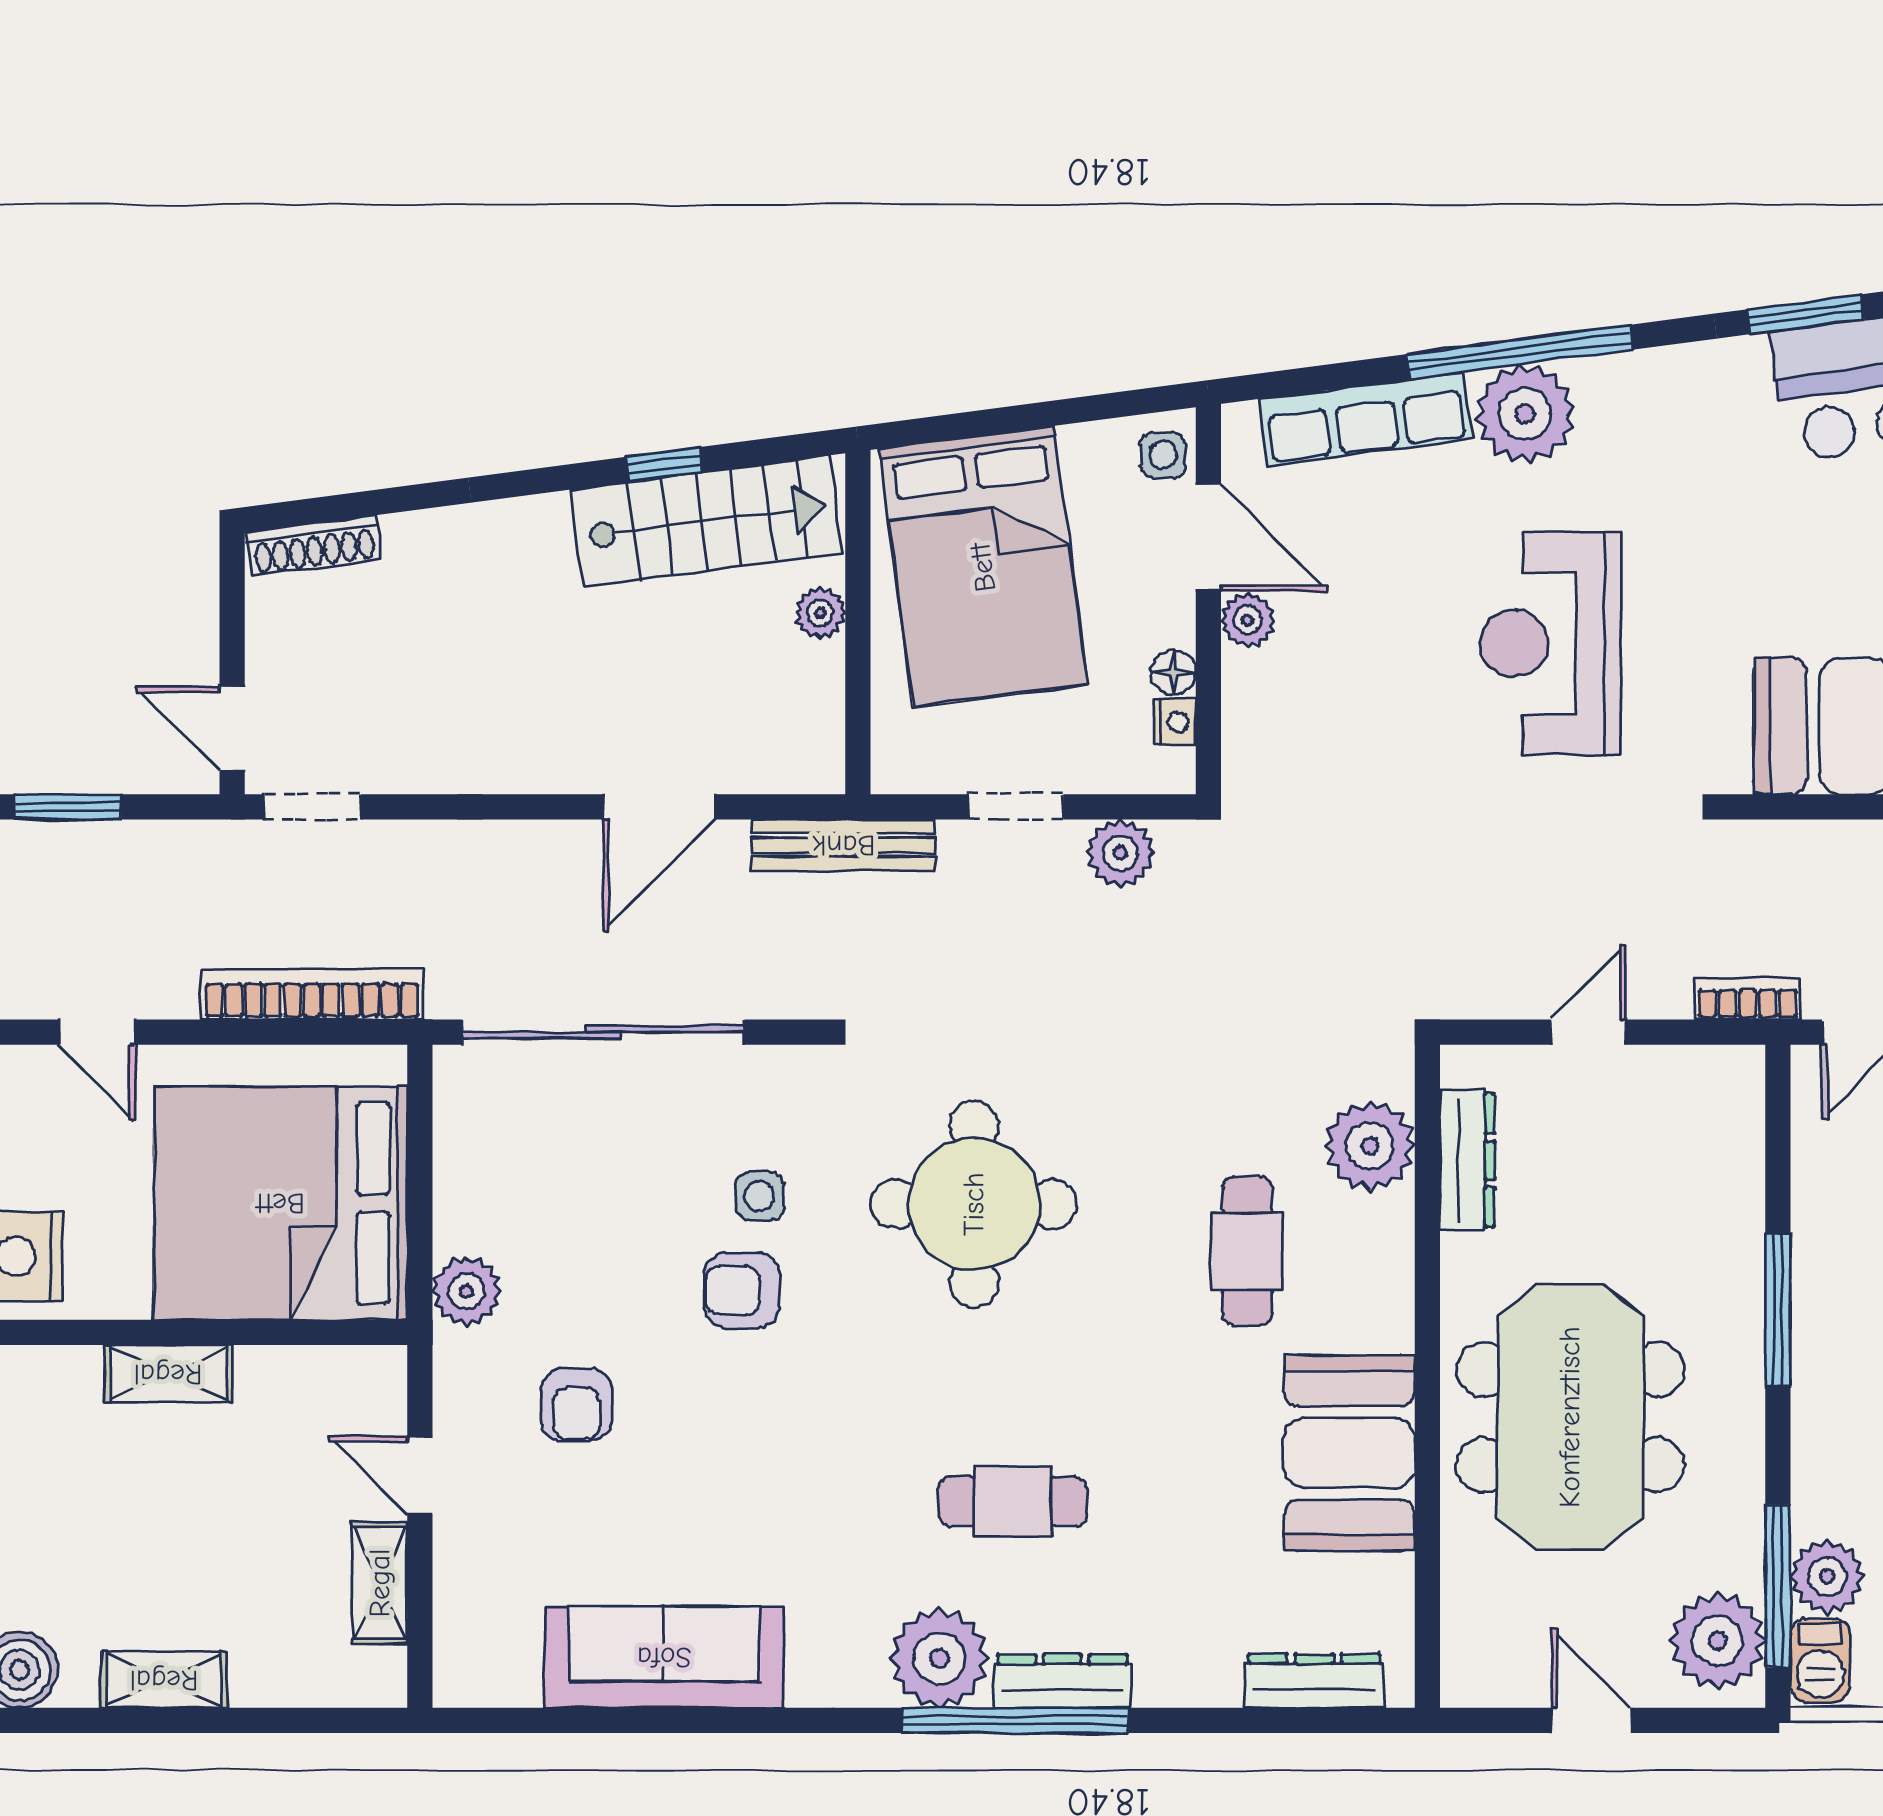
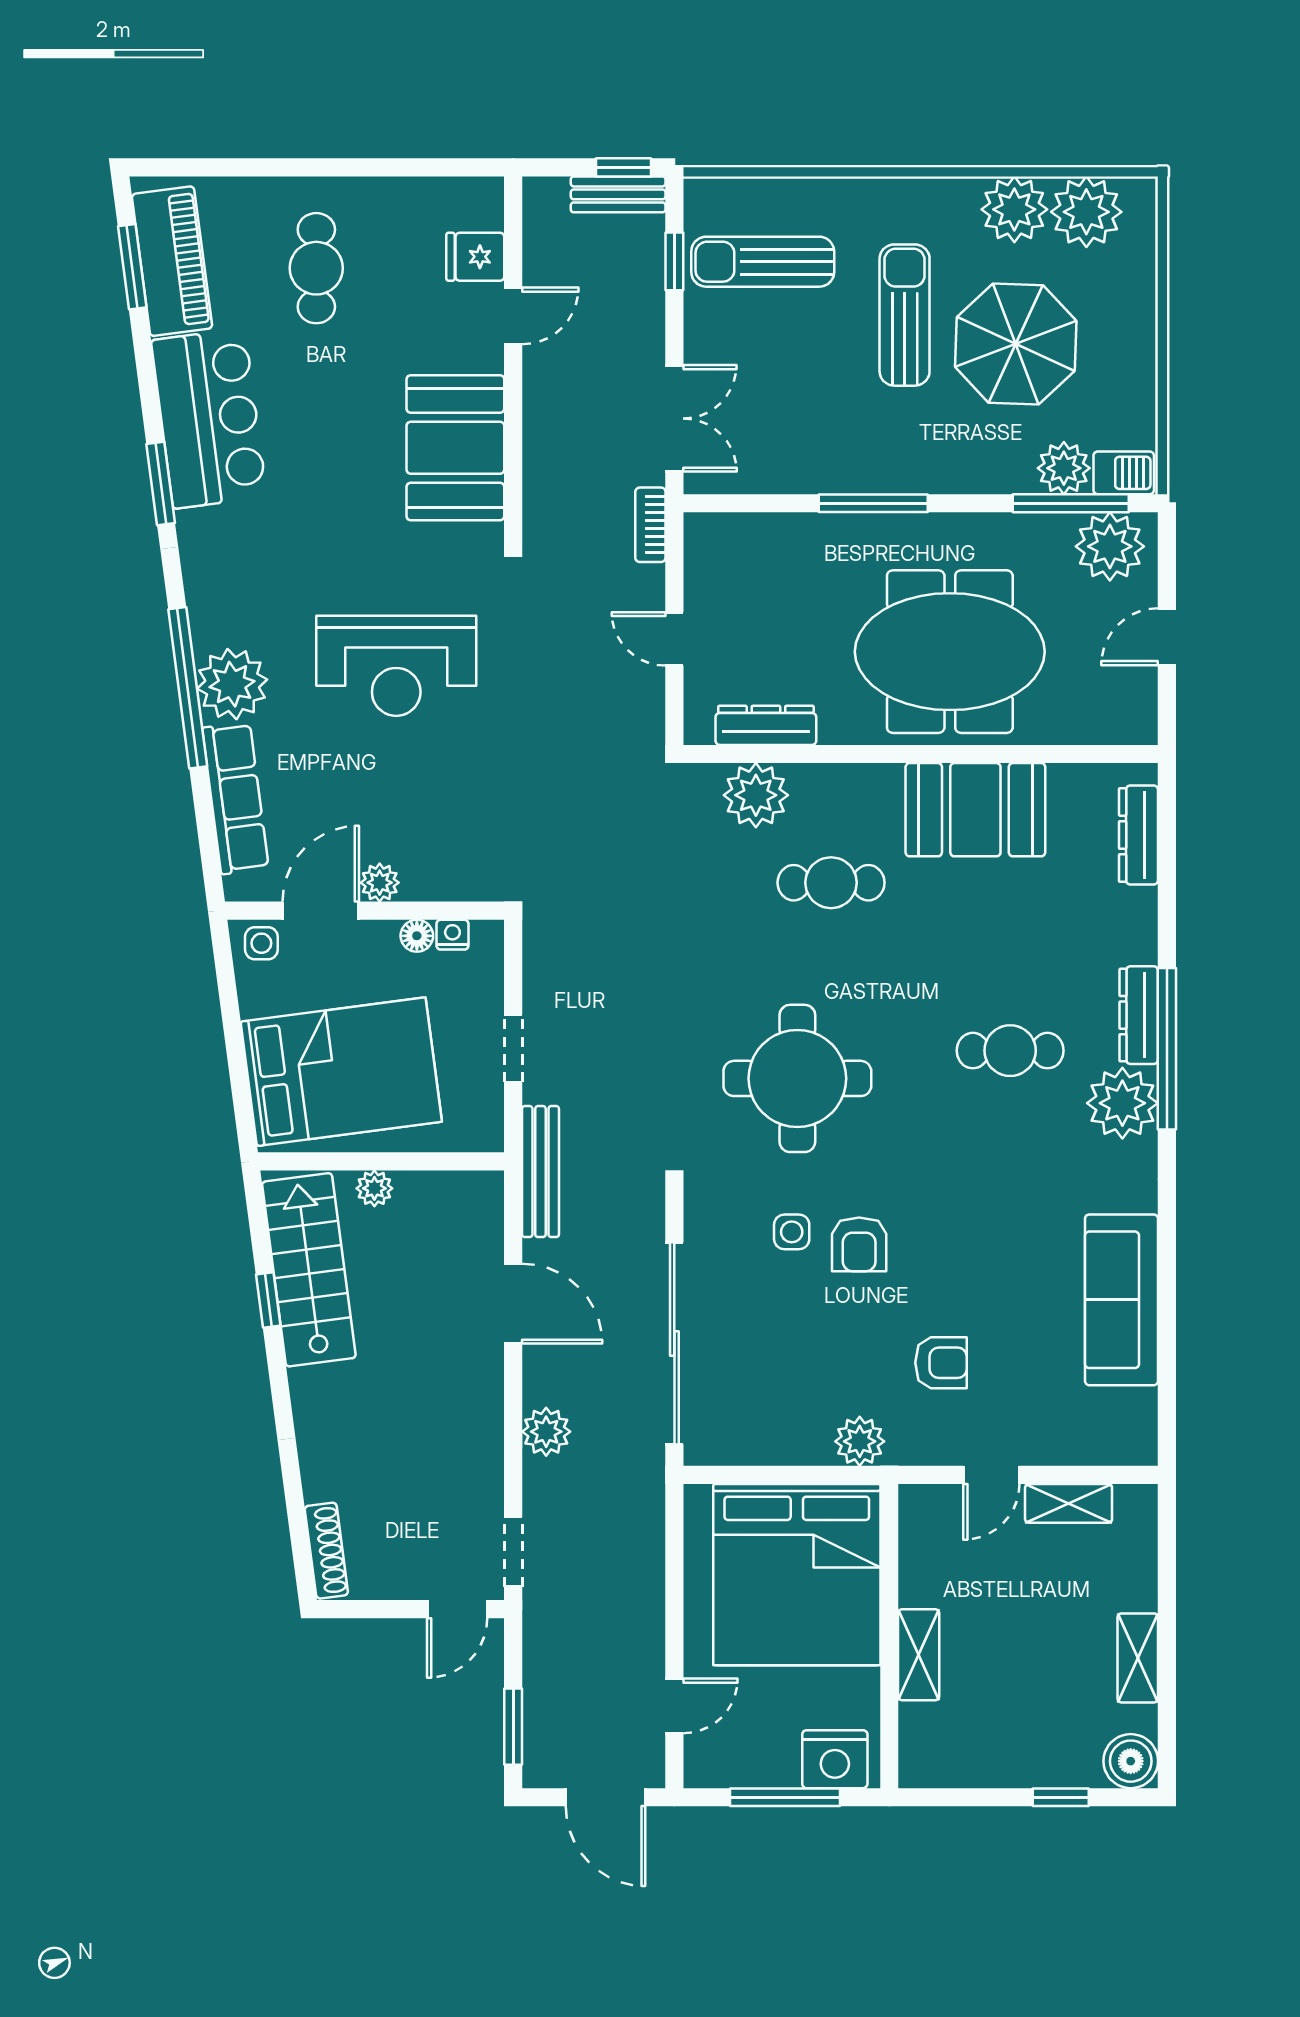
plant: (1120, 853) -> (546, 1432), moved
bookcase: (312, 994) -> (647, 1552), removed
cafe table: (1013, 1501) -> (1010, 1051), turned 90

